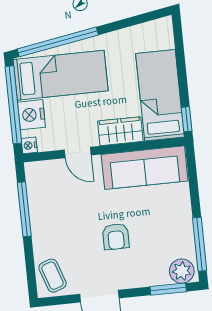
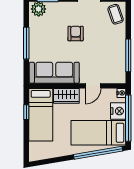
window: (187, 119) -> (26, 112), moved
door: (78, 152) -> (93, 86), swing flipped
window: (200, 244) -> (26, 43), moved

